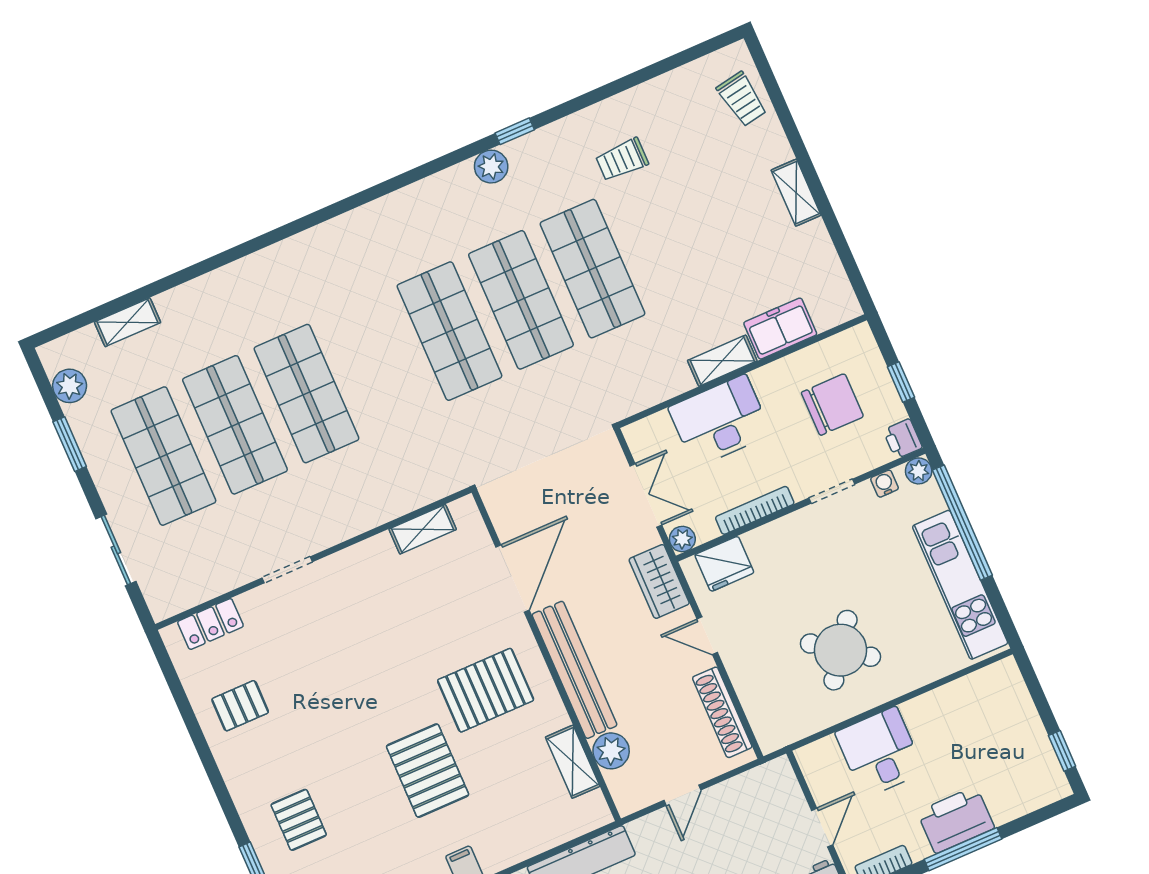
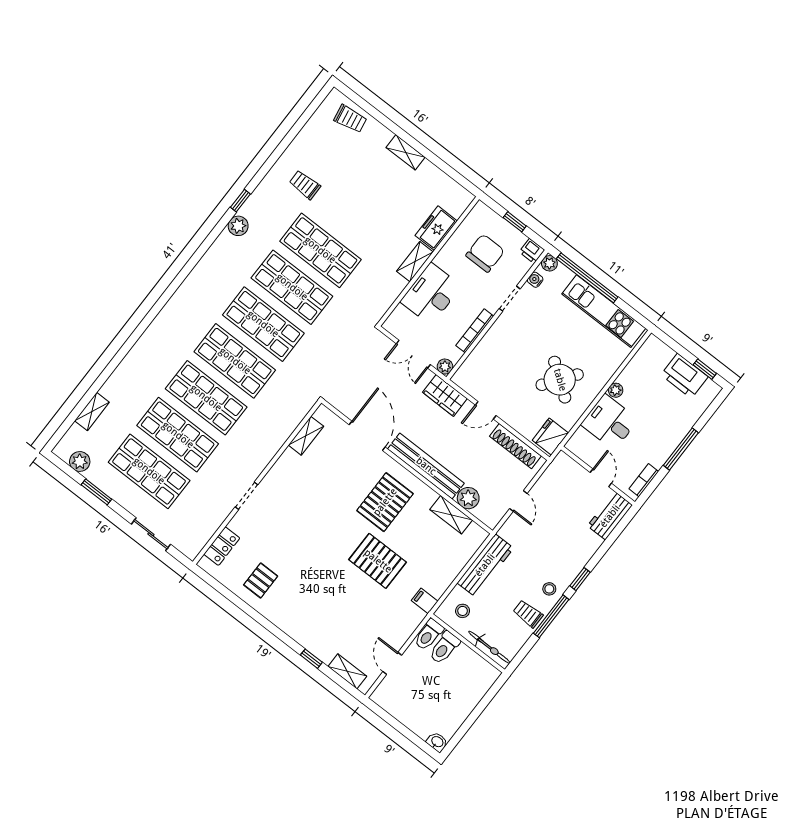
trolley: (622, 160) -> (305, 185), turned 90
shop shelf: (378, 362) -> (235, 361), added
double door: (646, 495) -> (413, 354), swing flipped
fridge: (724, 564) -> (550, 437), moved, turned 180
plant: (914, 710) -> (616, 390), added
pallet: (299, 820) -> (324, 624), removed
printer: (956, 820) -> (684, 376), moved, turned -90

